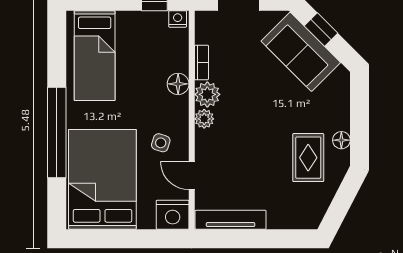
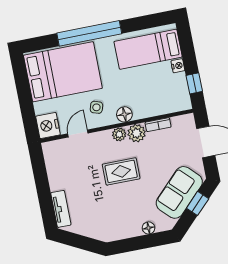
nightstand: (178, 19) -> (178, 66), moved
floor lamp: (178, 84) -> (124, 114), moved
floor lamp: (341, 140) -> (149, 228), moved
rug: (308, 158) -> (121, 171), moved
tv unit: (231, 220) -> (61, 209), moved, width x0.71

